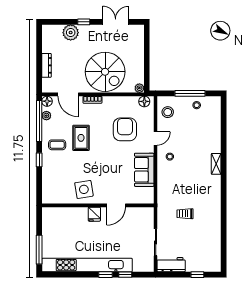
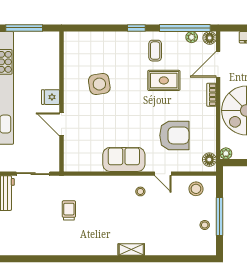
wall: (98, 205) -> (62, 101), moved
door: (116, 205) -> (62, 124), moved
fridge: (94, 214) -> (51, 97), moved

